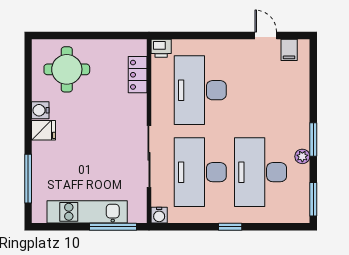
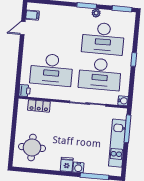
water cooler: (40, 110) -> (78, 167), moved

